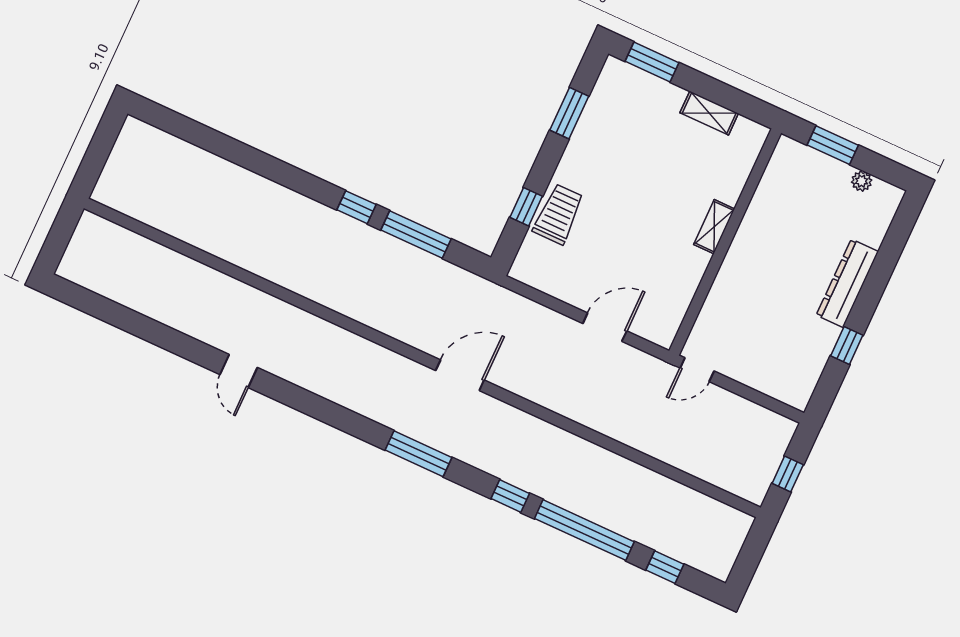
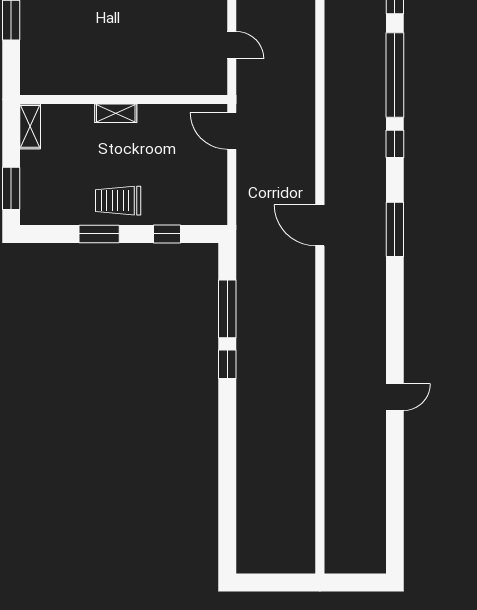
window: (569, 113) -> (99, 234), moved
trolley: (558, 214) -> (118, 201), moved
shelving: (714, 227) -> (116, 113), moved
wall: (725, 242) -> (124, 99), moved

